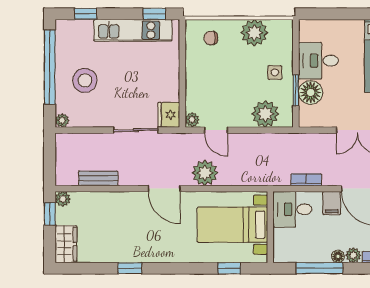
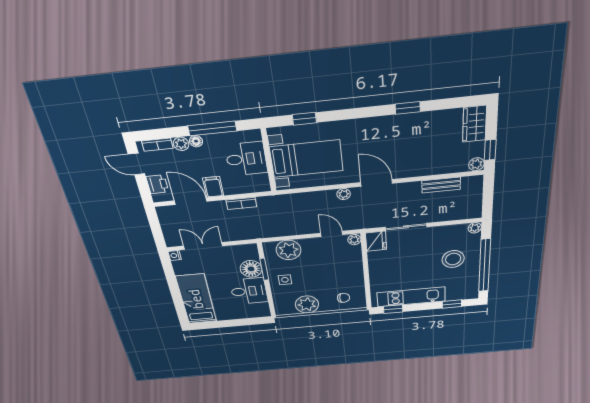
plant: (205, 173) -> (344, 194), width x0.53, depth x0.53
desk: (292, 209) -> (246, 159), moved

